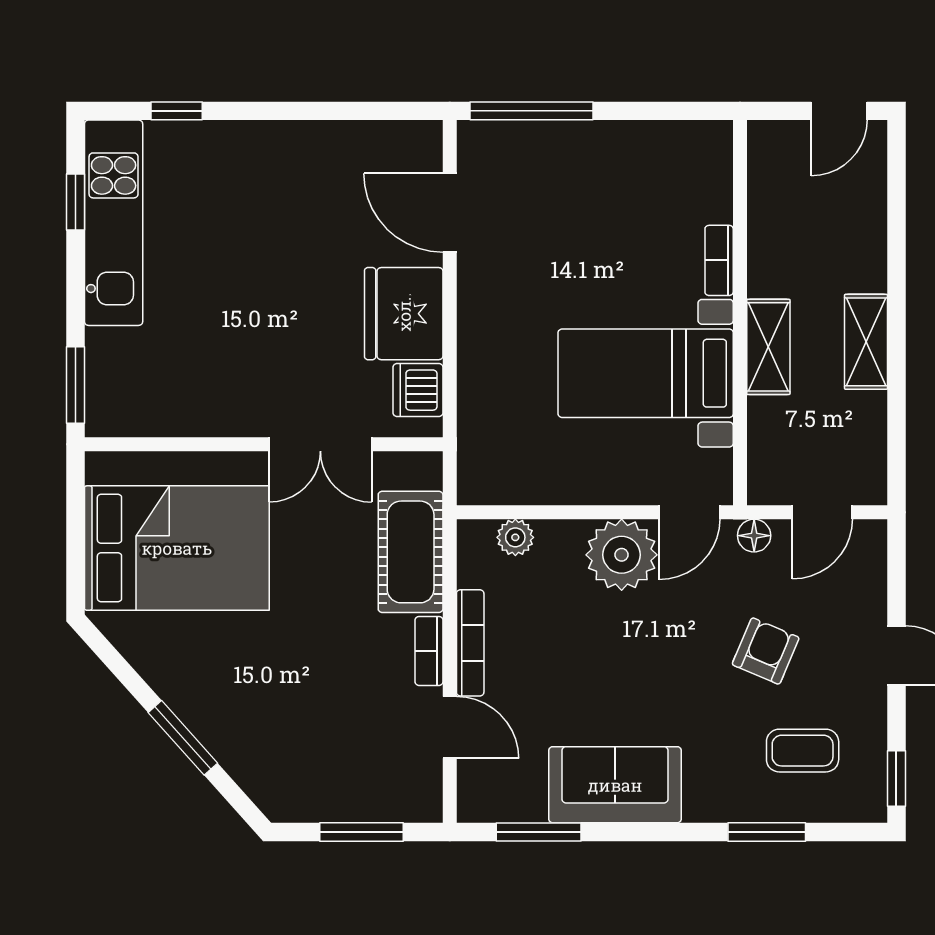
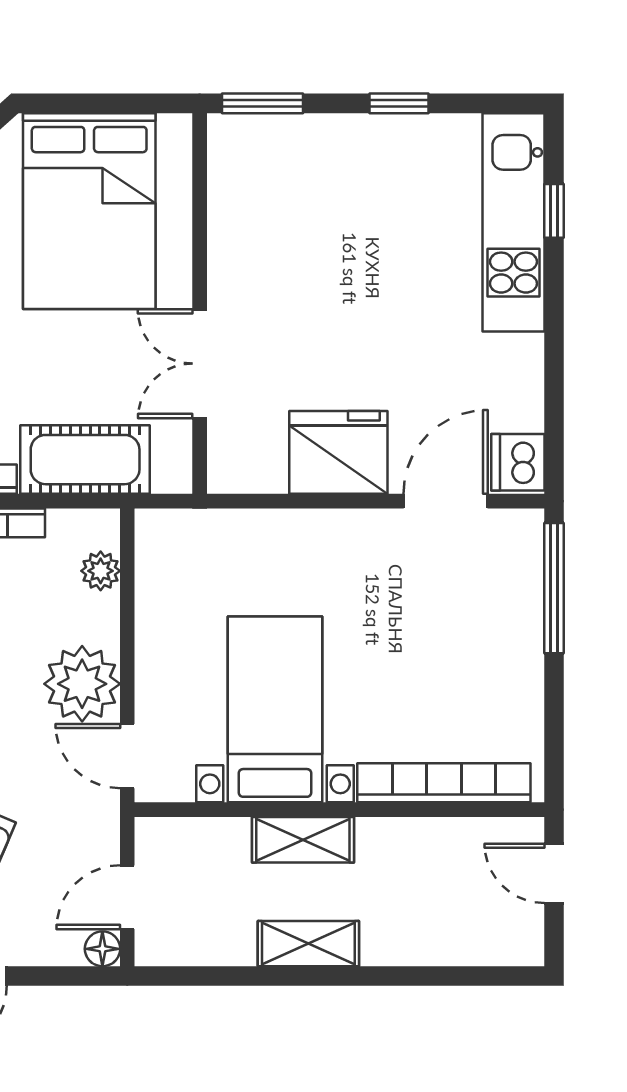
door: (839, 111) -> (554, 873), moved
window: (75, 202) -> (399, 103), moved
kitchen unit: (114, 223) -> (513, 222), moved, turned 90
bookcase: (719, 260) -> (444, 783), width x2.31, depth x1.31
dishwasher: (418, 390) -> (518, 462), moved, turned -90
door: (822, 512) -> (127, 897), hinge flipped
floor lamp: (754, 536) -> (102, 949), moved

